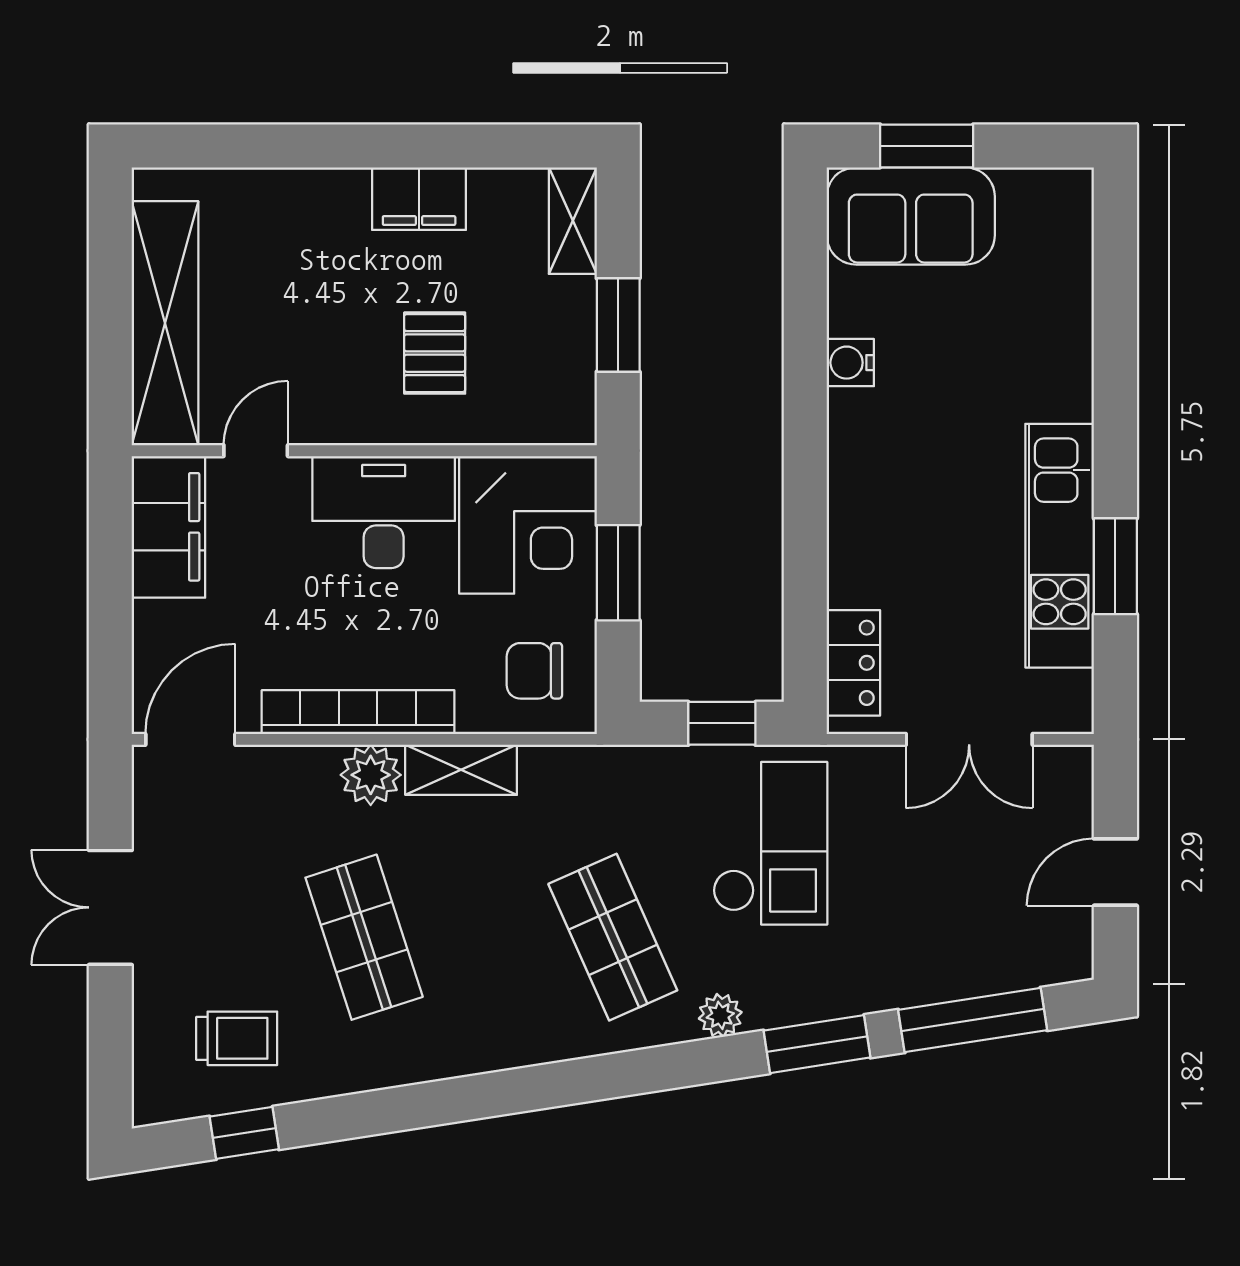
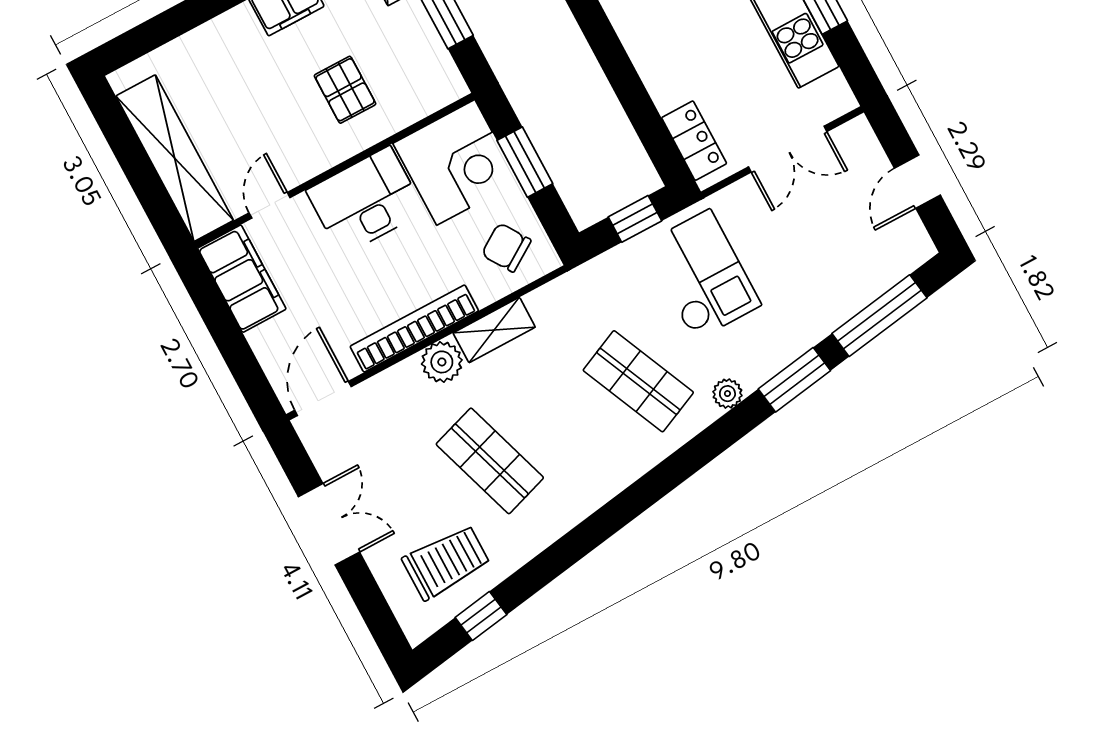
chair: (534, 671) -> (506, 247), turned 57
double door: (110, 907) -> (329, 524), swing flipped
trolley: (237, 1038) -> (446, 562), width x1.36, depth x1.39

